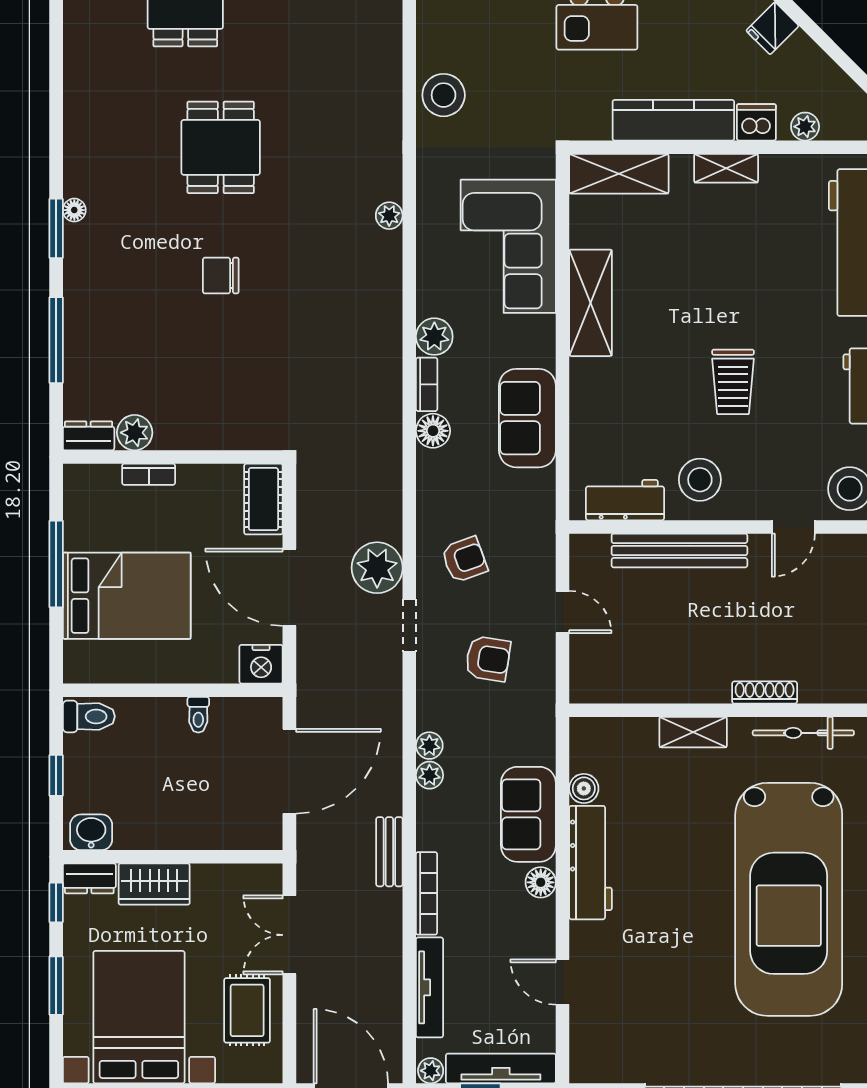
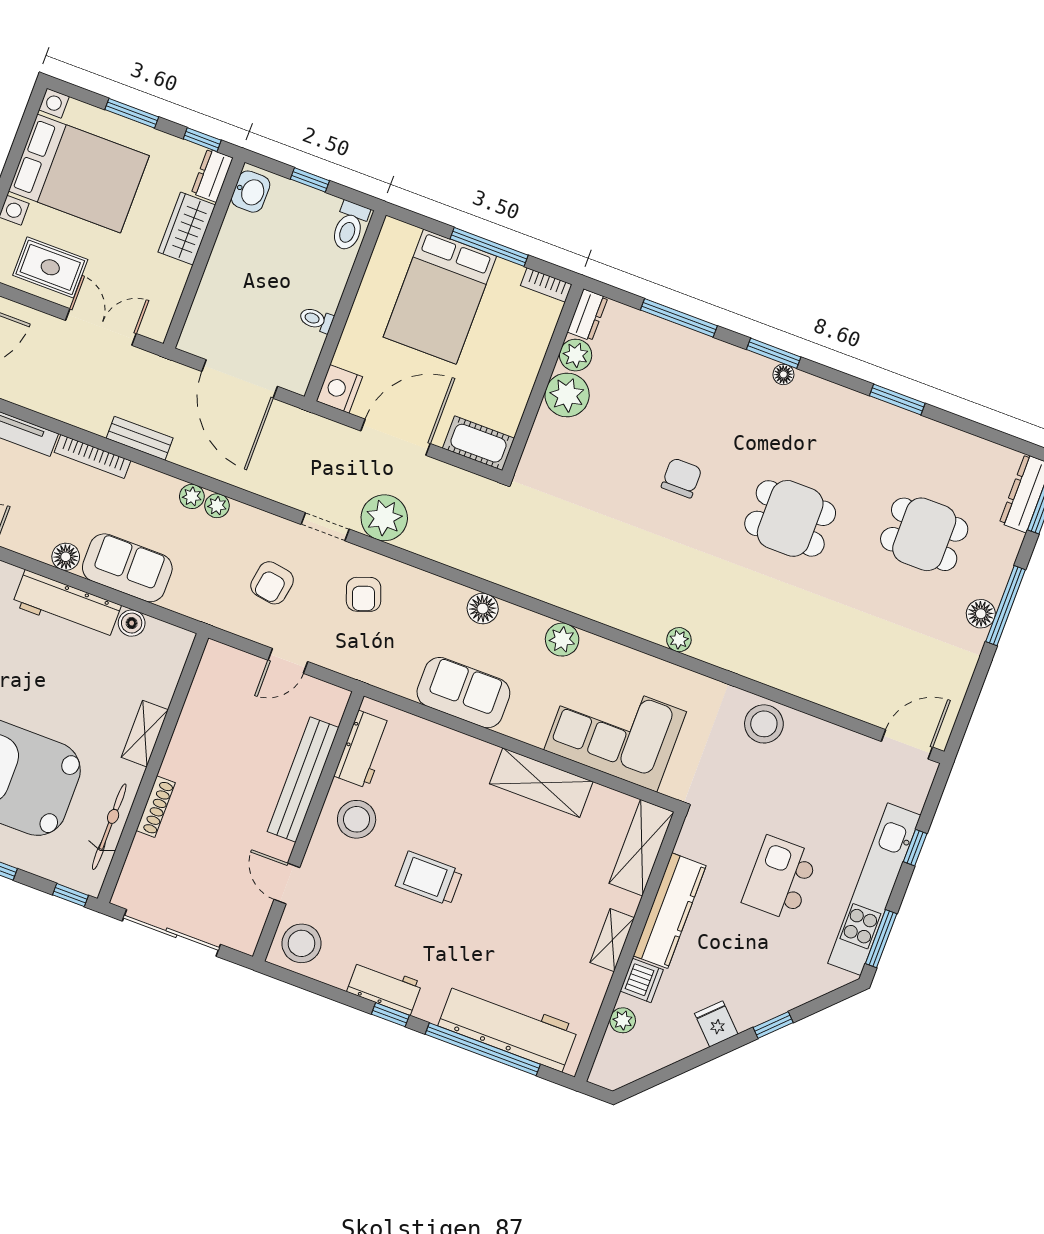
window: (56, 82) -> (897, 400), added
bookcase: (427, 384) -> (524, 618), removed
plant: (179, 426) -> (567, 395), added
bookcase: (149, 474) -> (546, 285), moved, turned -90

